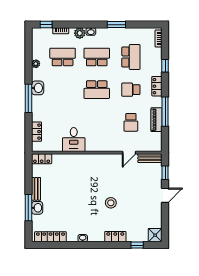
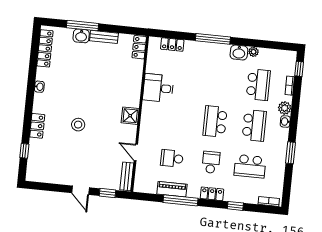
washbasin: (38, 88) -> (239, 53), moved
shower: (155, 235) -> (130, 116), moved

